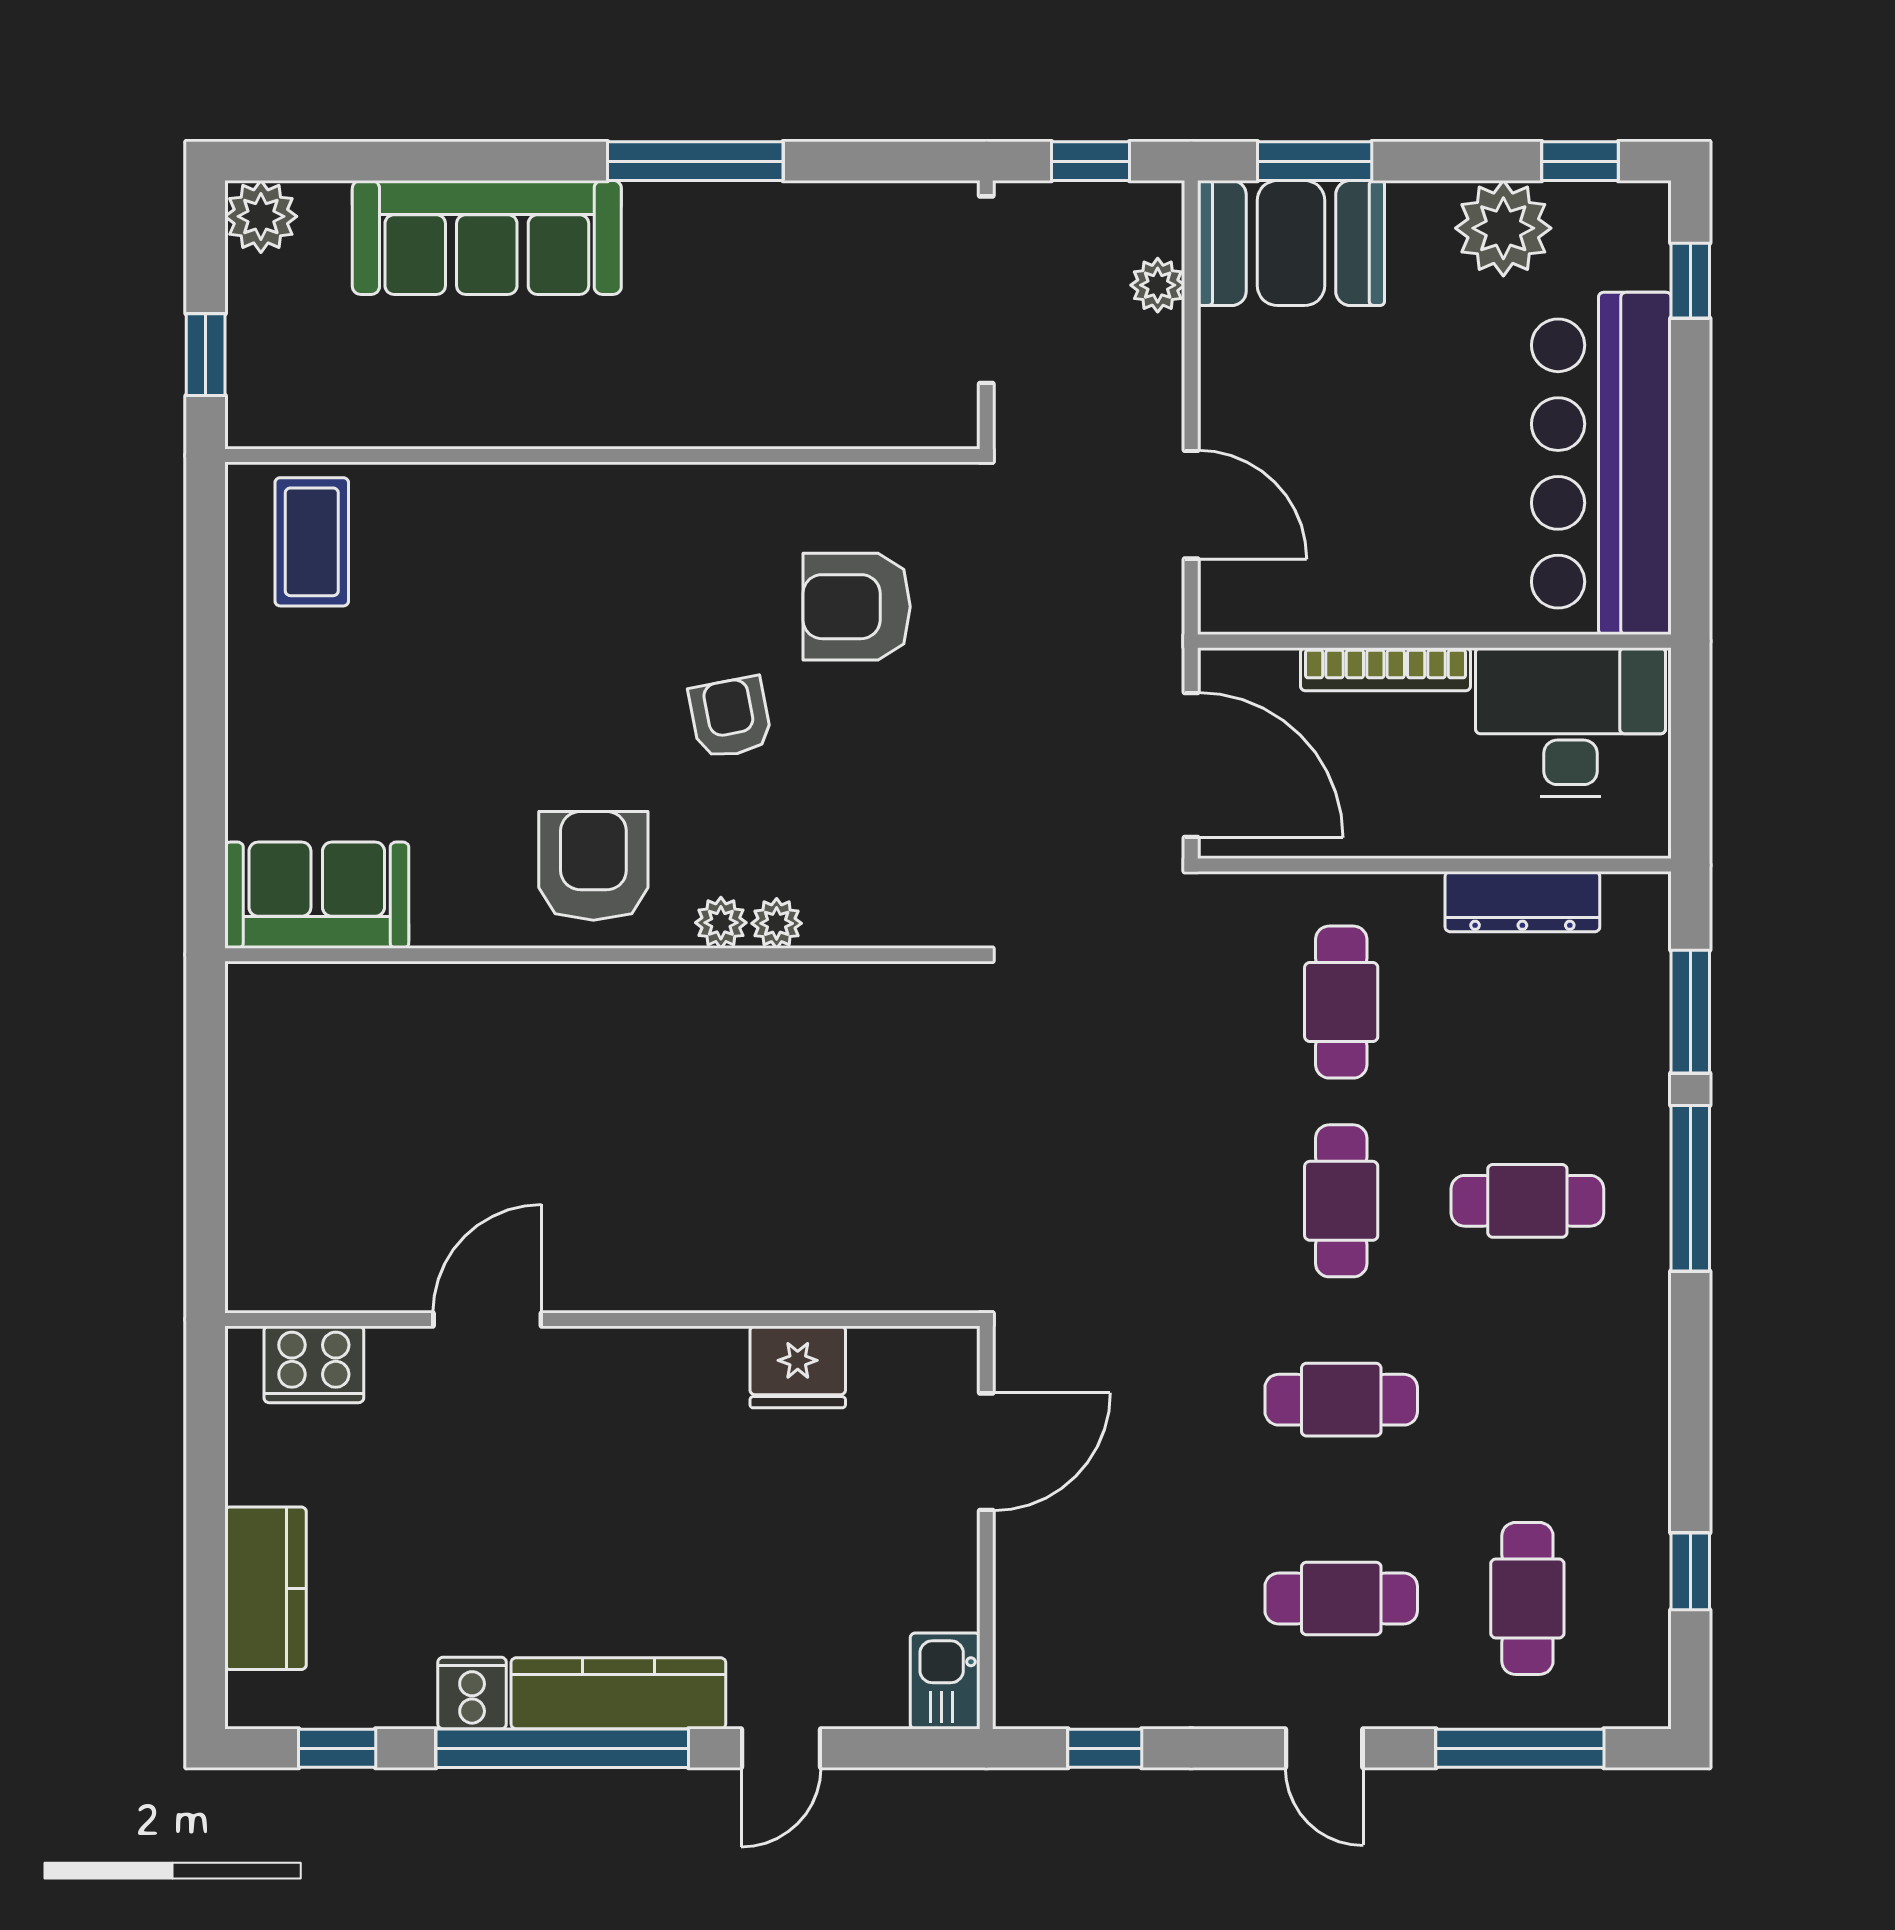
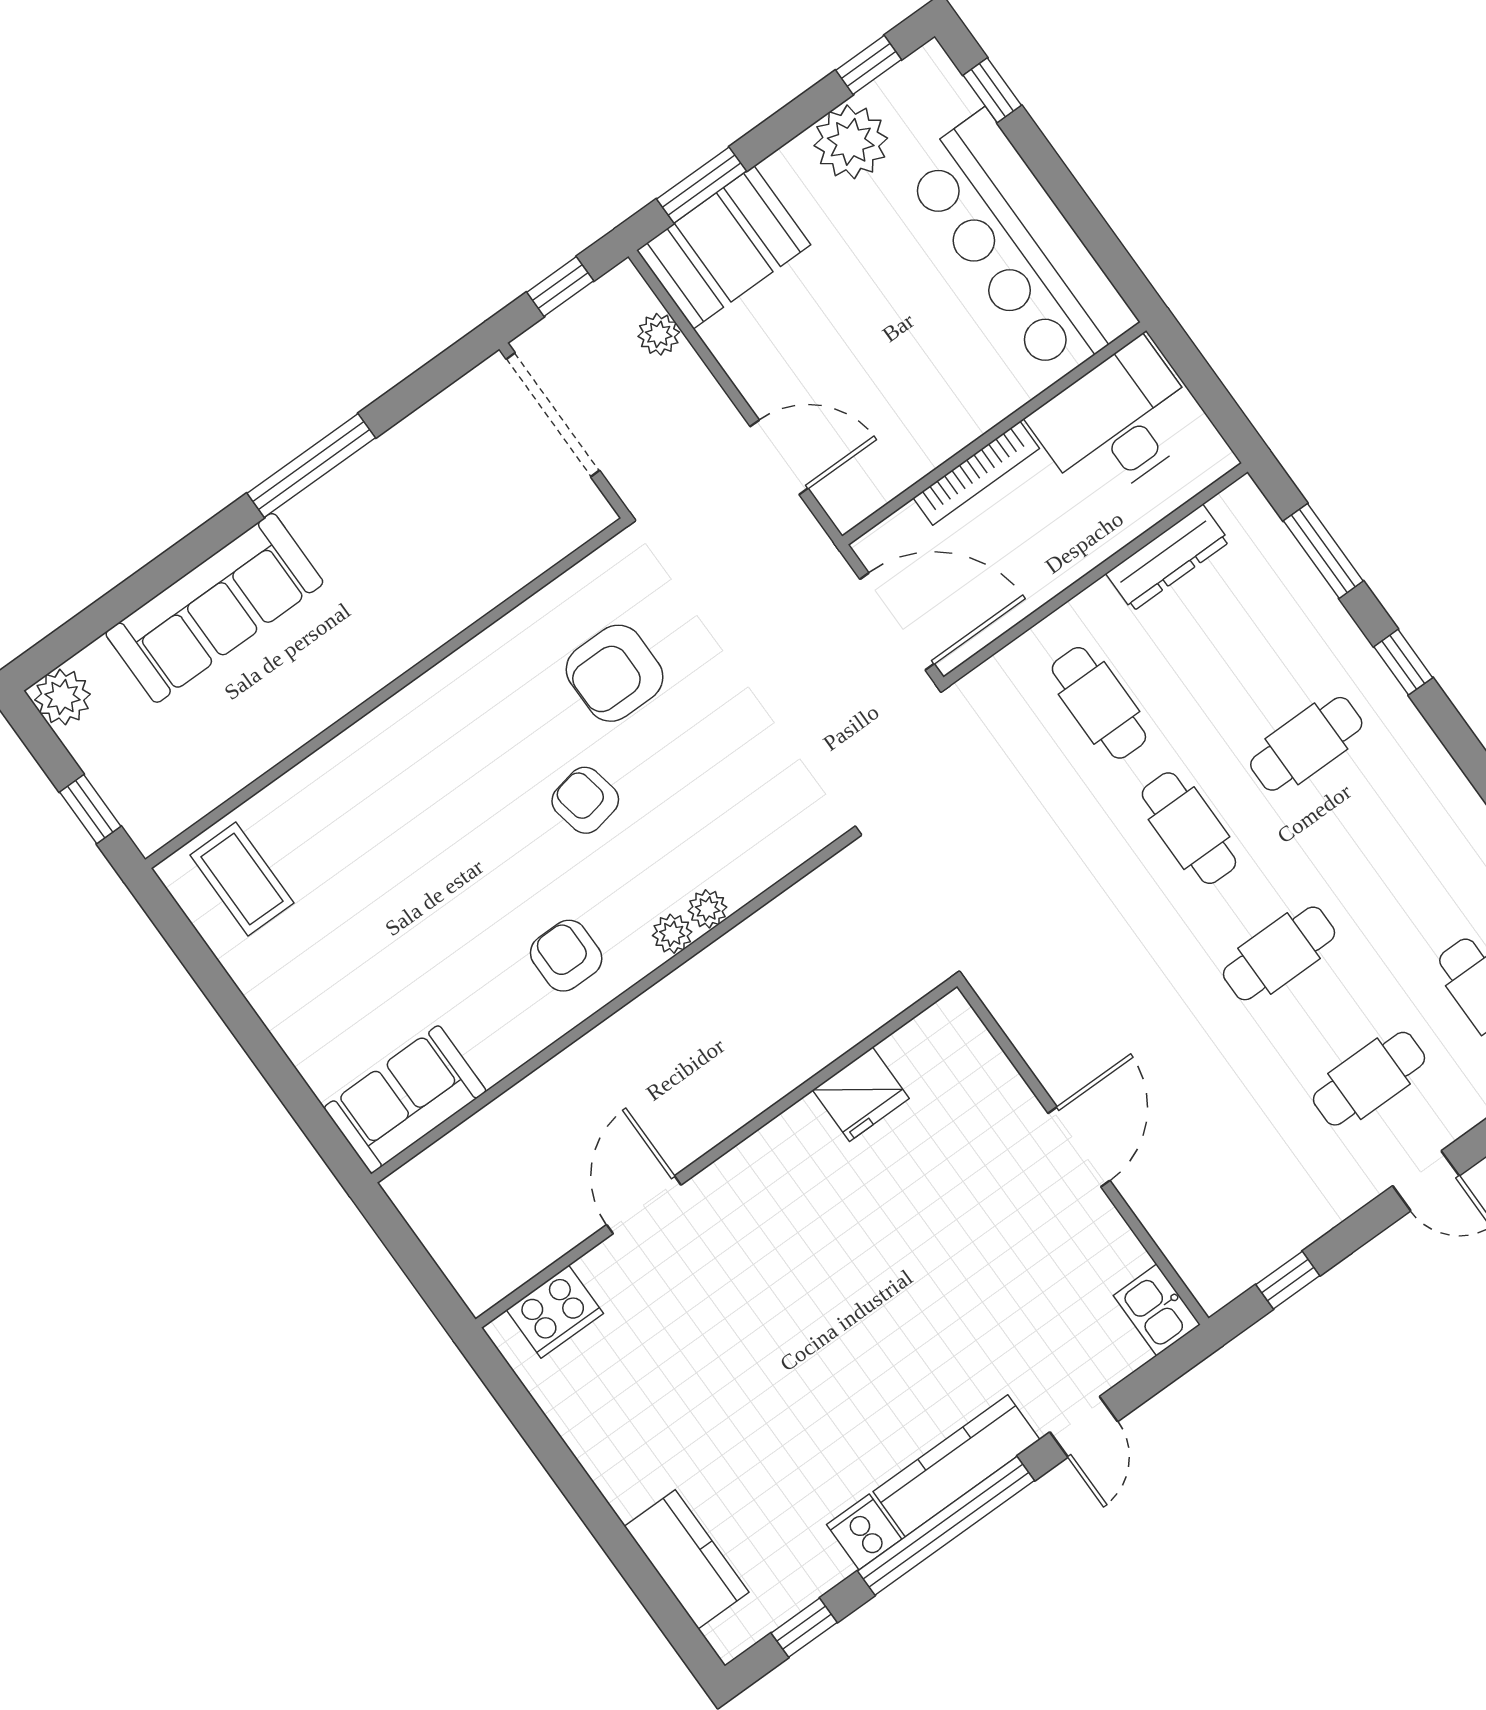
armchair: (593, 866) -> (566, 956), width x0.72, depth x0.72
window: (1690, 1188) -> (1403, 662), width x0.46
door: (487, 1319) -> (644, 1205), moved
wall: (602, 1319) -> (716, 1153), moved
cooker: (314, 1364) -> (555, 1312), moved
fridge: (798, 1367) -> (861, 1094), moved

